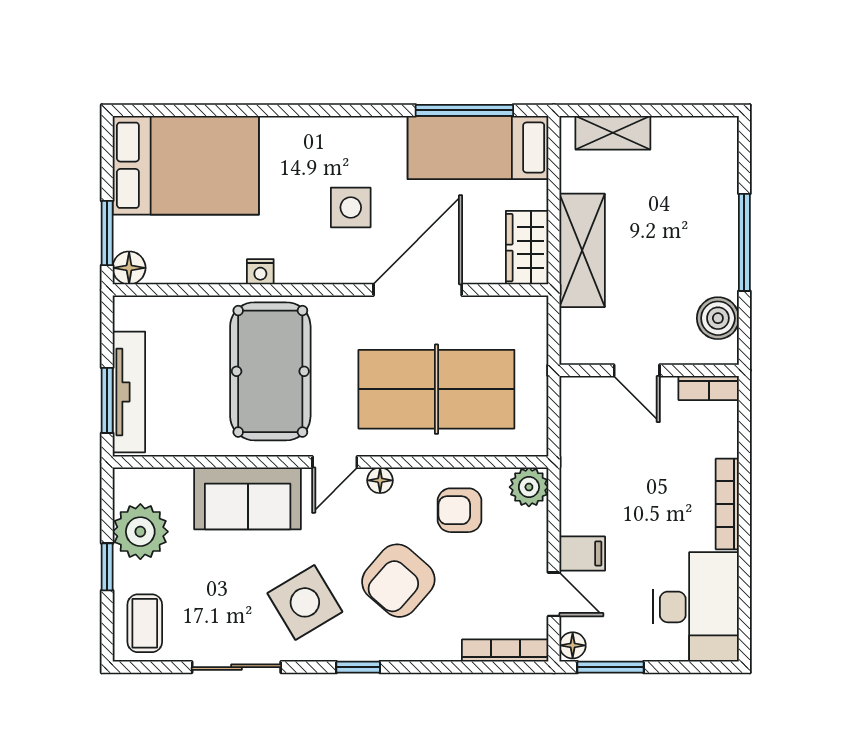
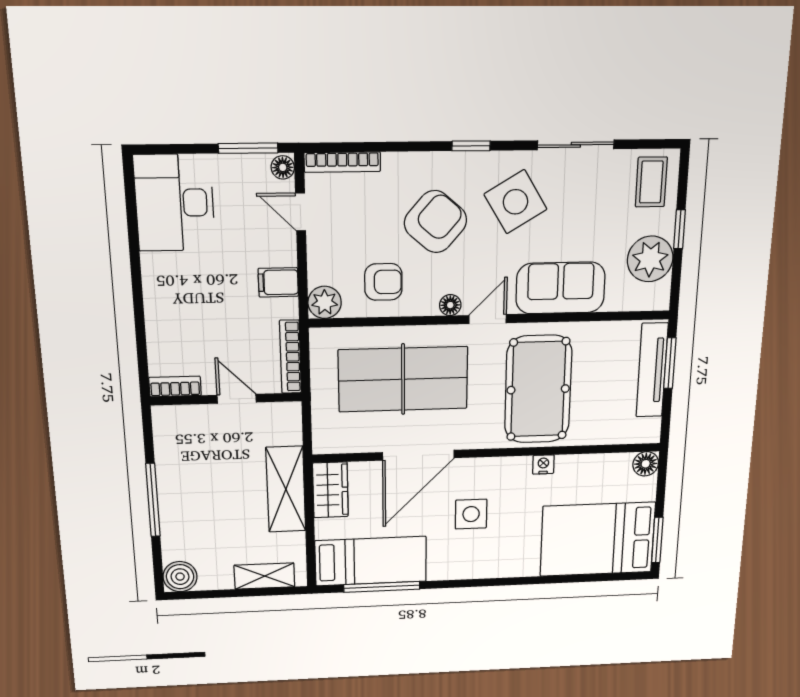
window: (107, 233) -> (657, 540), moved
boiler: (718, 318) -> (180, 577), moved
bookcase: (727, 504) -> (290, 357), moved, turned 180
filing cabinet: (582, 554) -> (278, 282), moved

